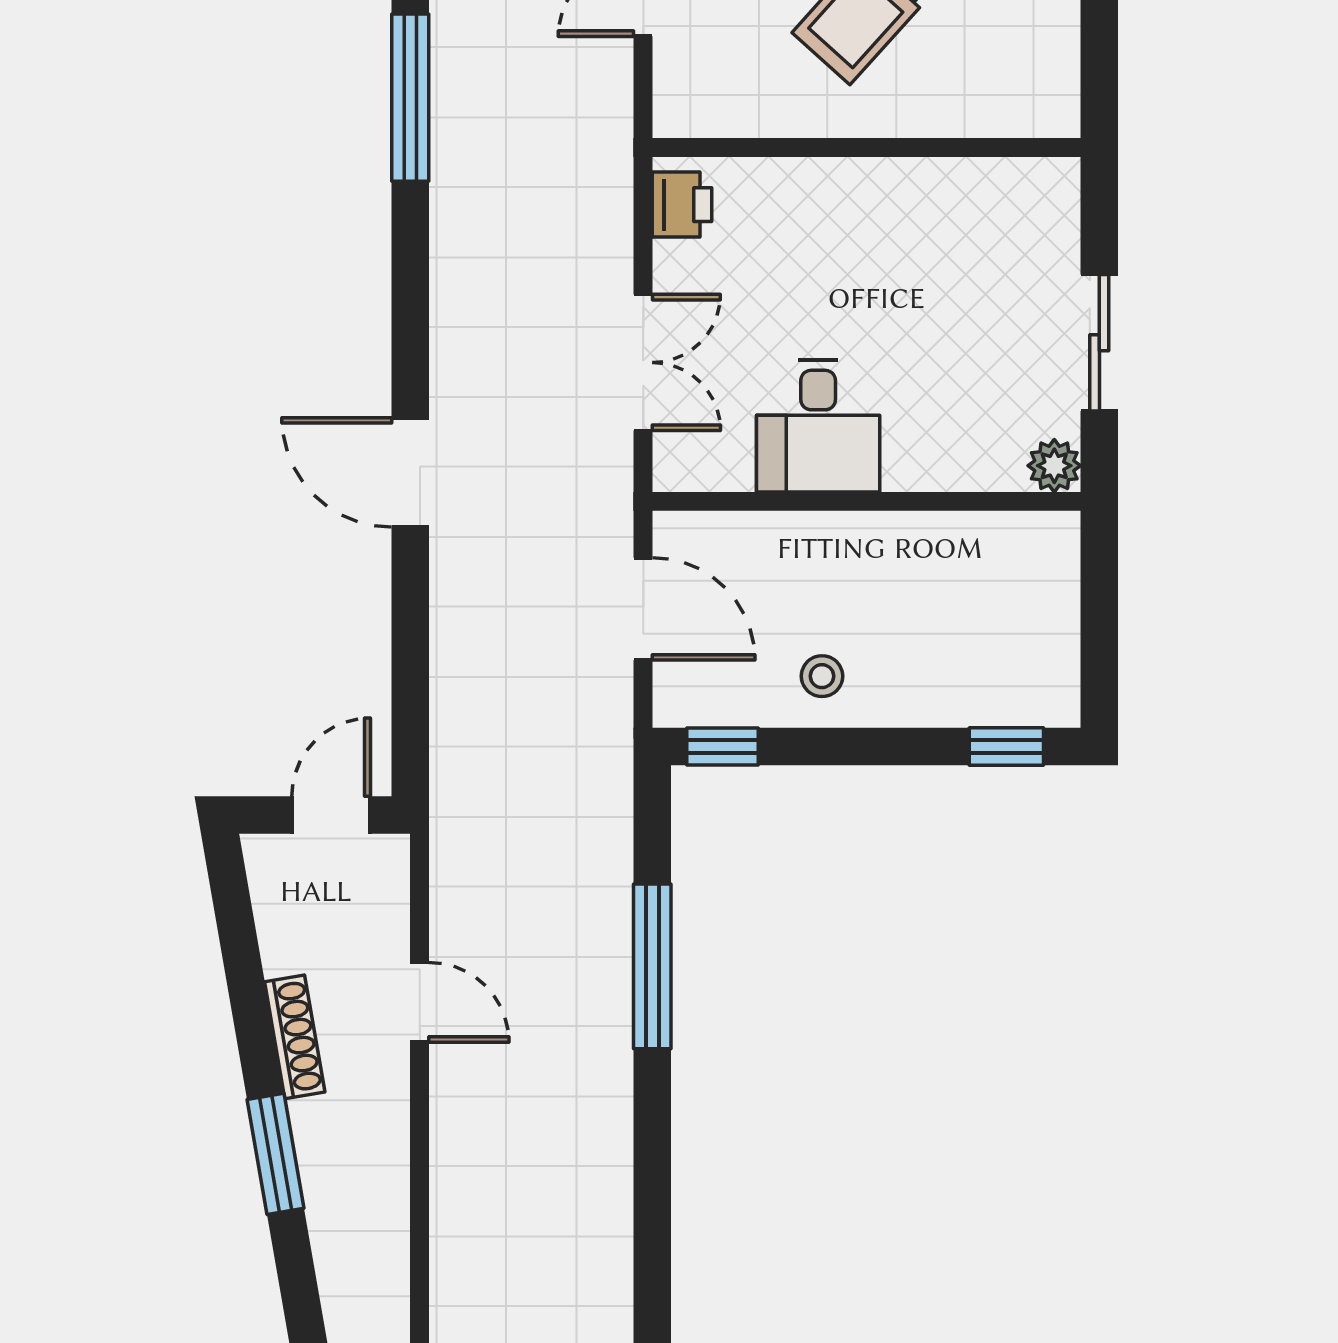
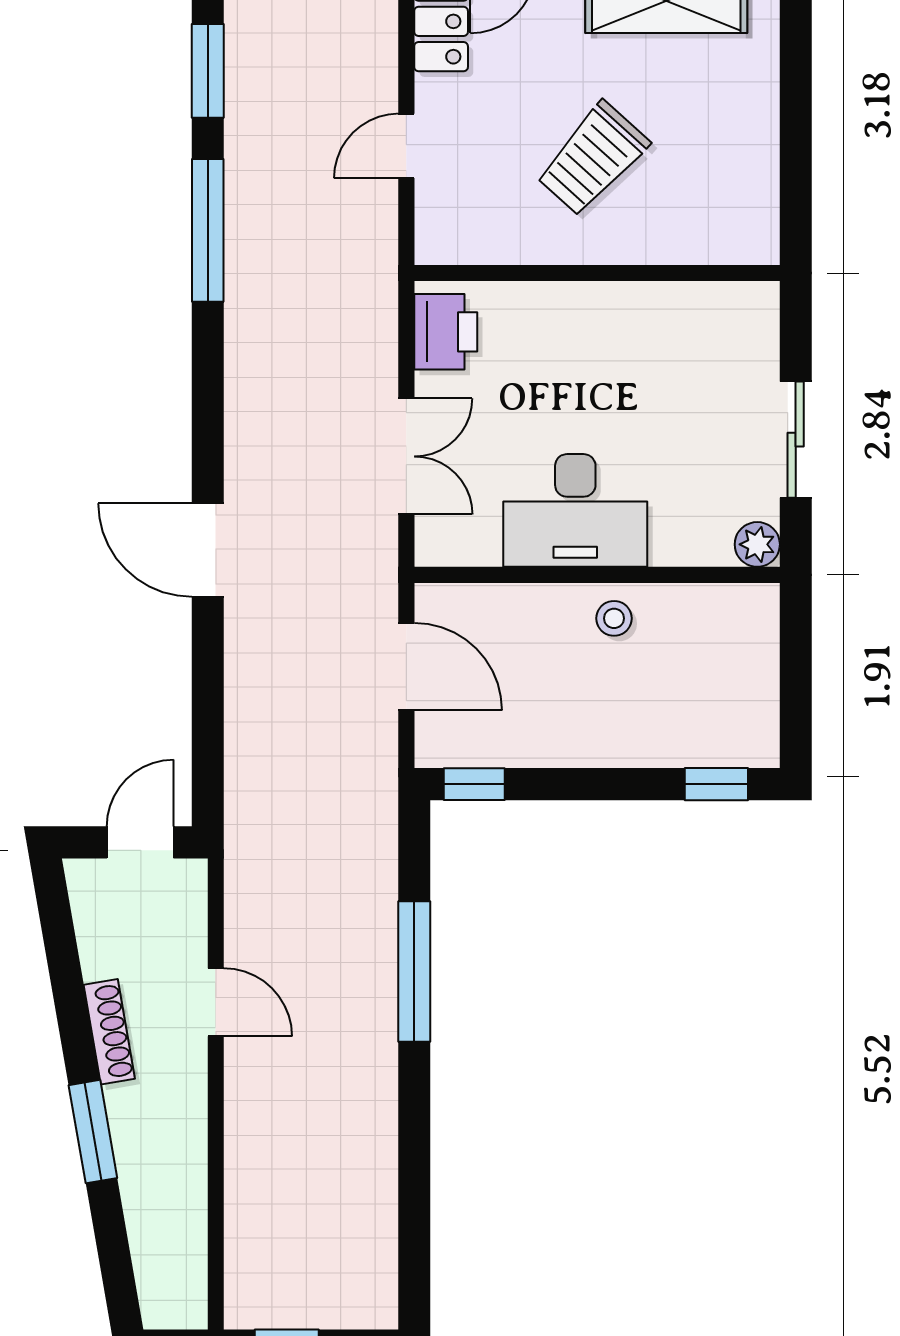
printer: (682, 205) -> (446, 332), width x1.36, depth x1.24
desk: (818, 426) -> (575, 510), width x1.37
stool: (822, 676) -> (614, 618), moved

